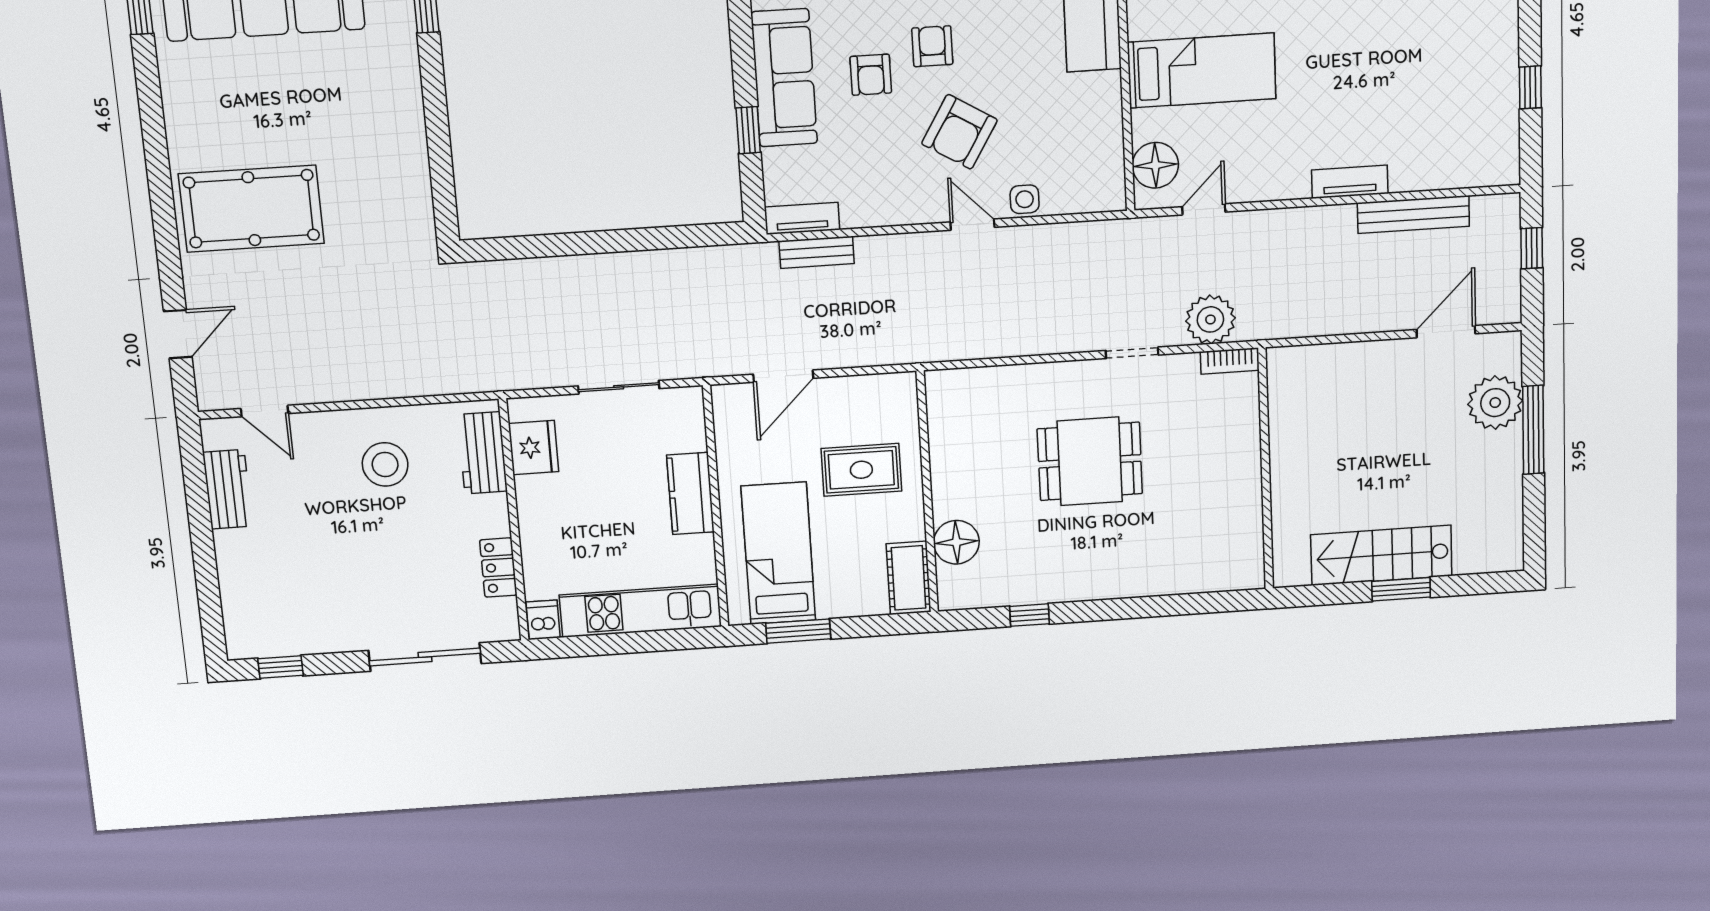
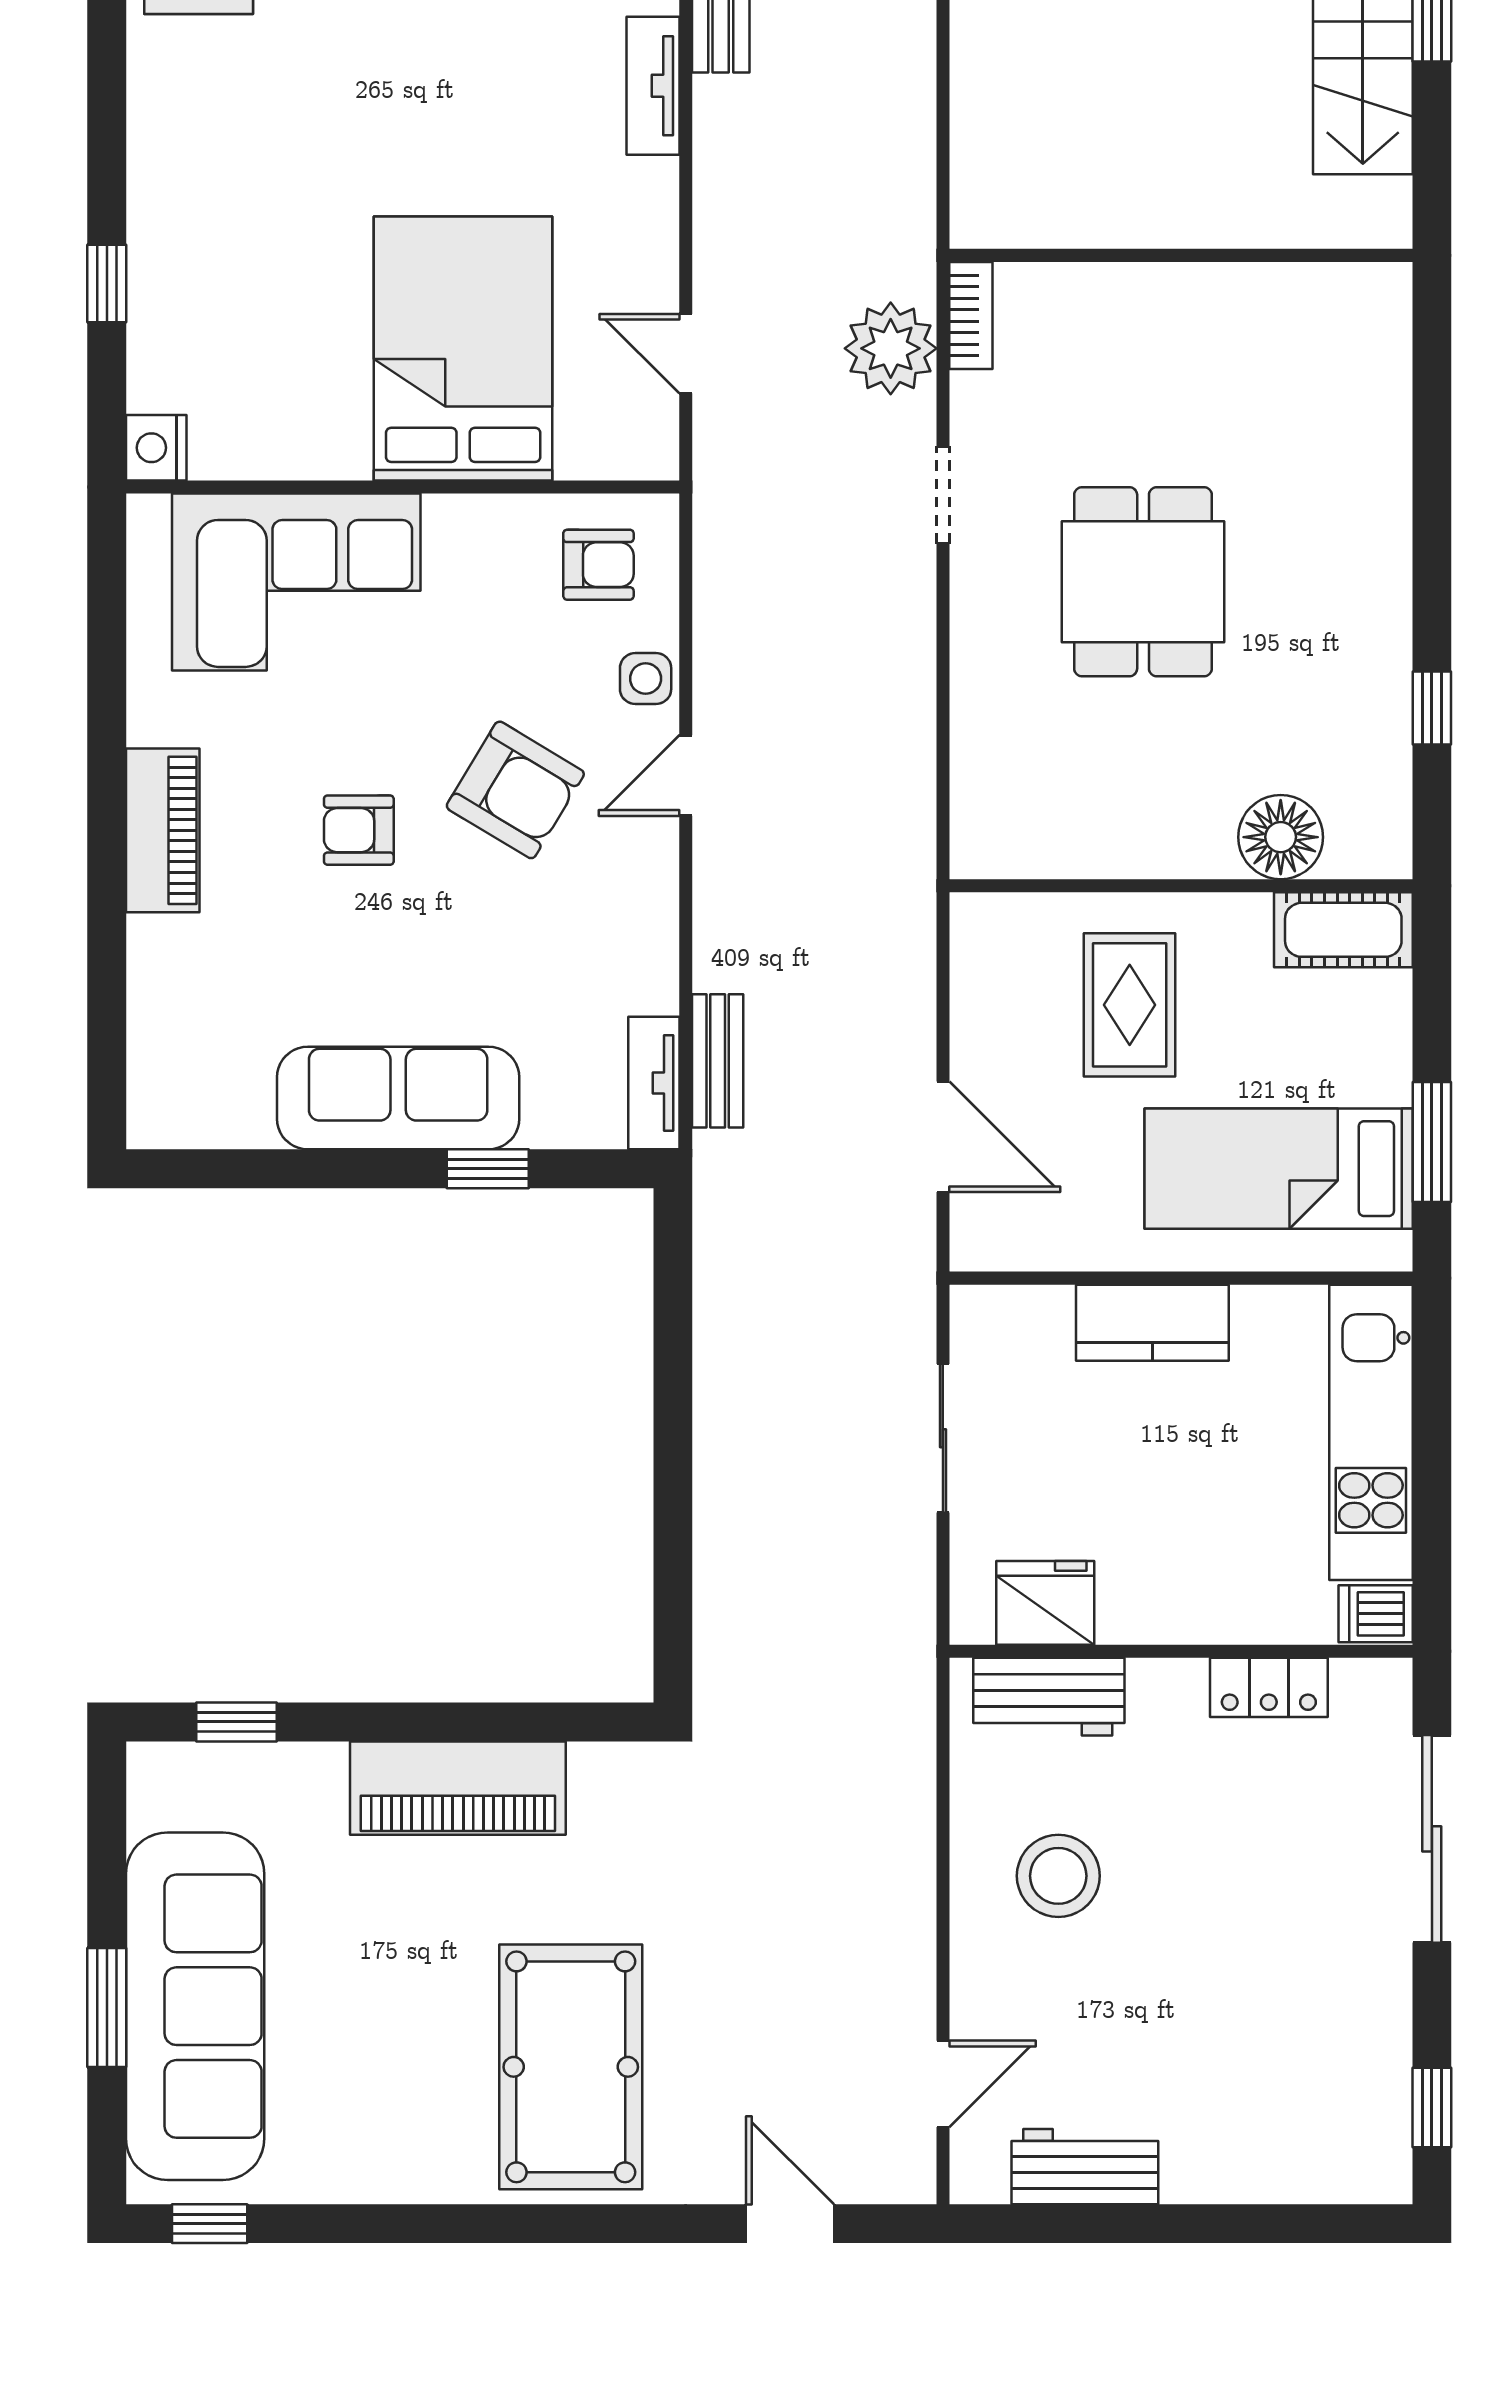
bed: (1202, 71) -> (463, 349), width x1.50
armchair: (871, 75) -> (598, 565), moved
piano: (401, 136) -> (458, 1788), added
floor lamp: (1155, 165) -> (599, 439), removed

